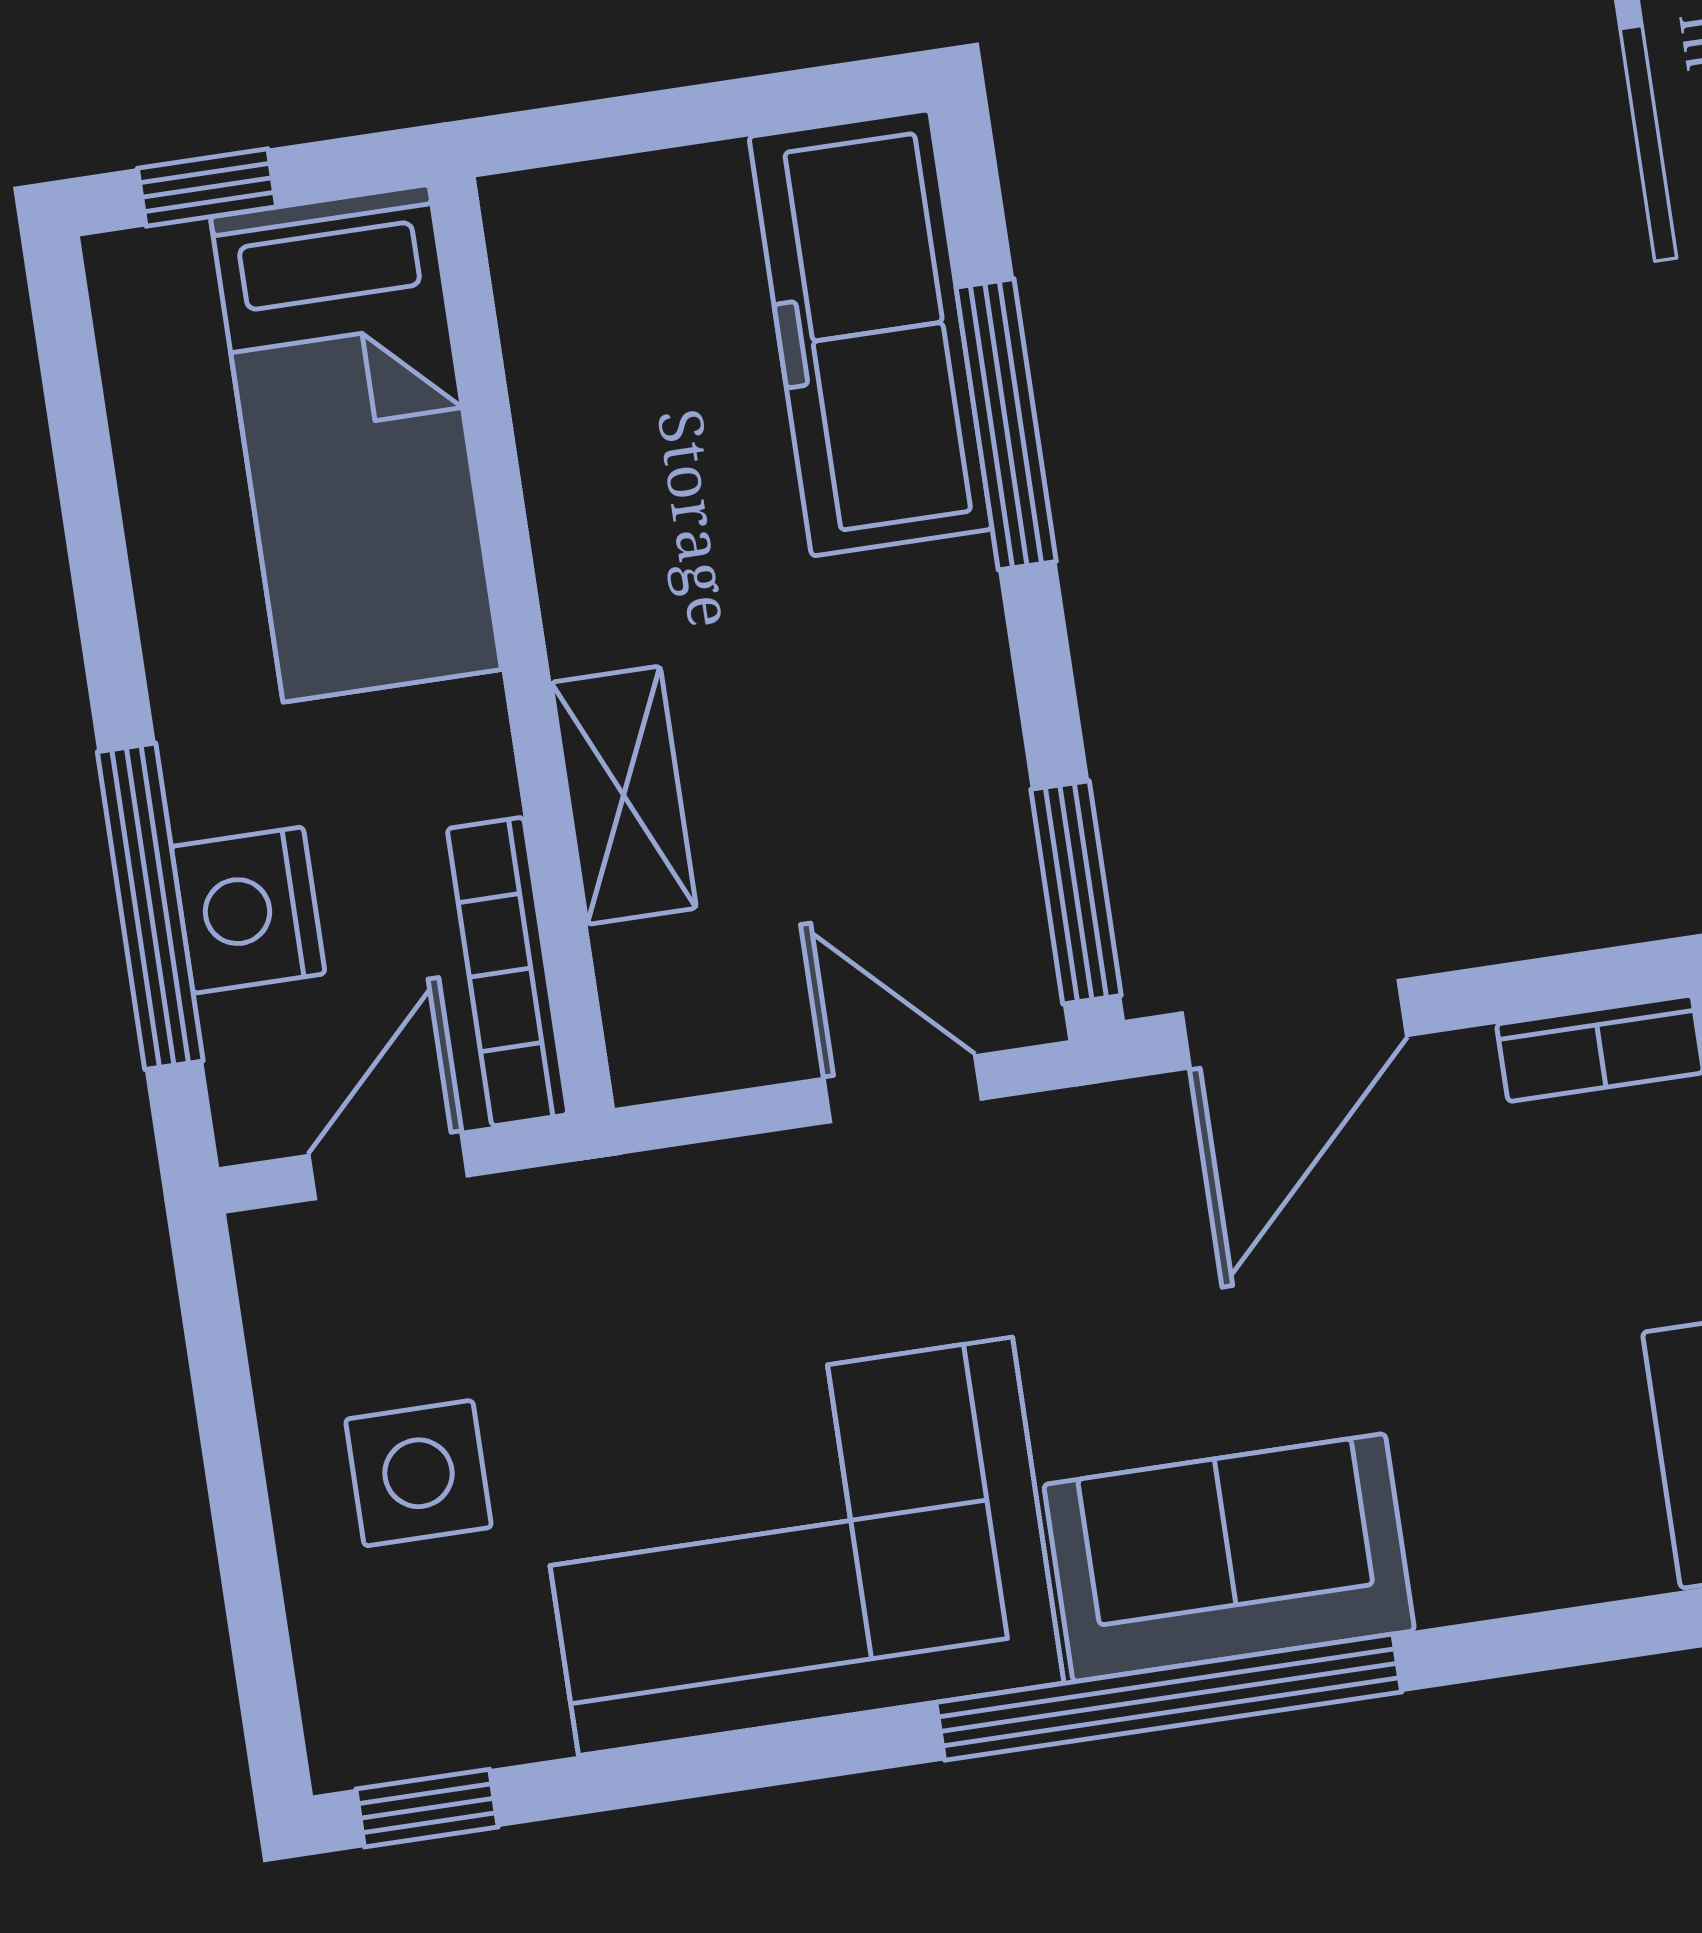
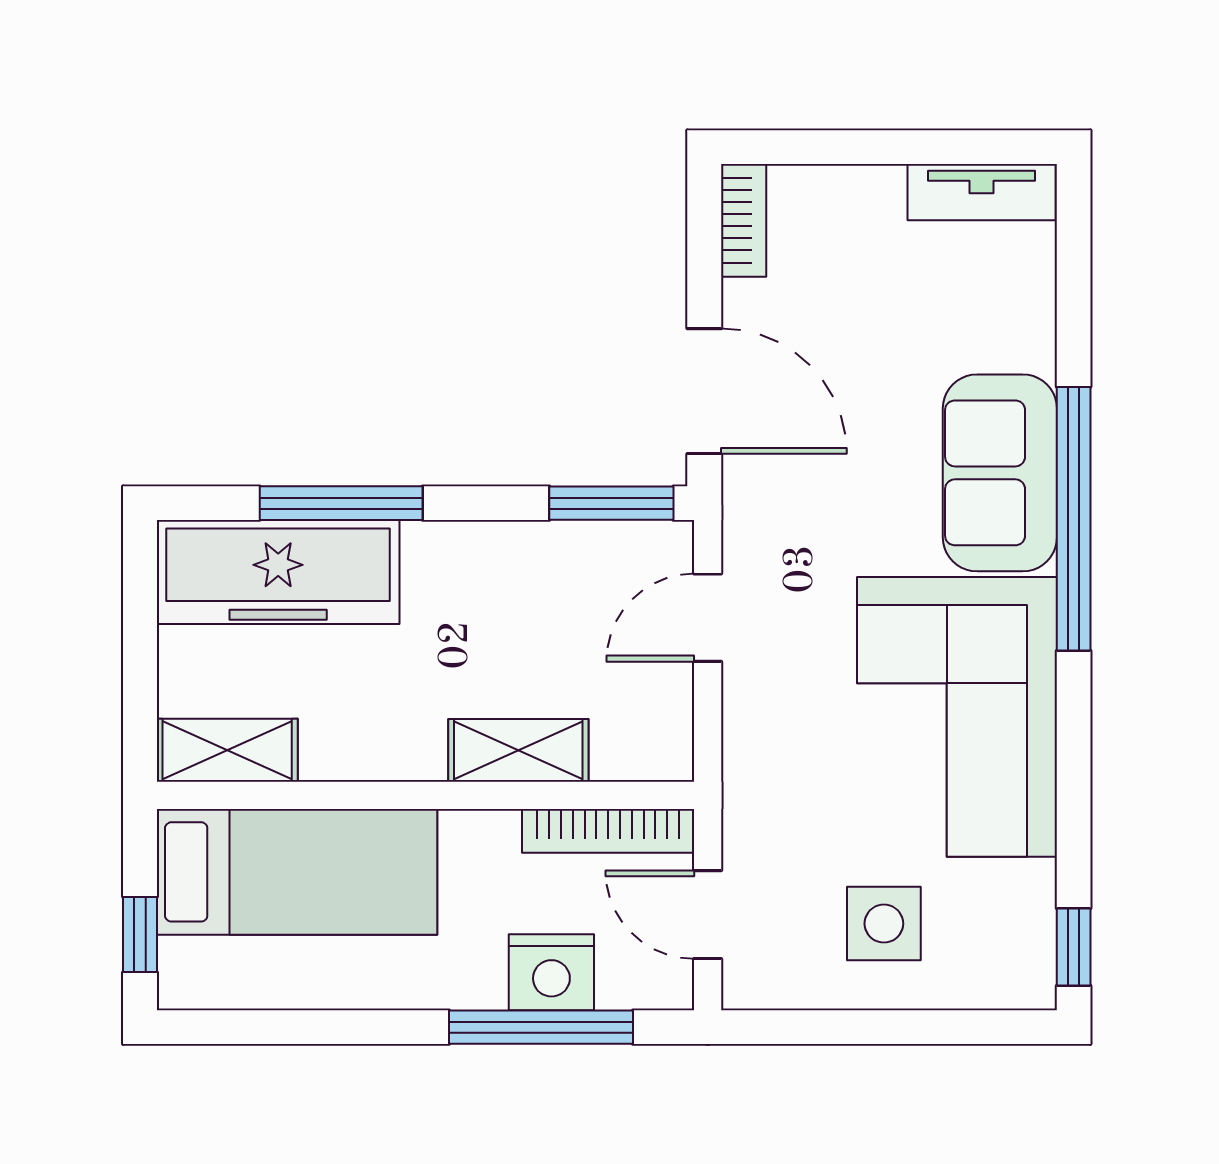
shelving: (549, 291) -> (227, 750), added

